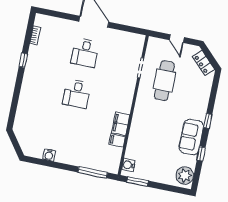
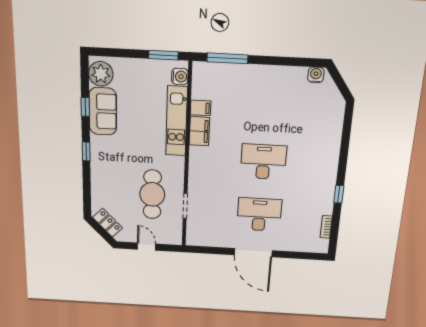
desk: (85, 53) -> (259, 214), width x1.37
desk: (77, 94) -> (263, 162), width x1.37
kitchen unit: (136, 134) -> (176, 121), added
sofa: (191, 137) -> (103, 111), moved
water cooler: (49, 155) -> (316, 75), moved

